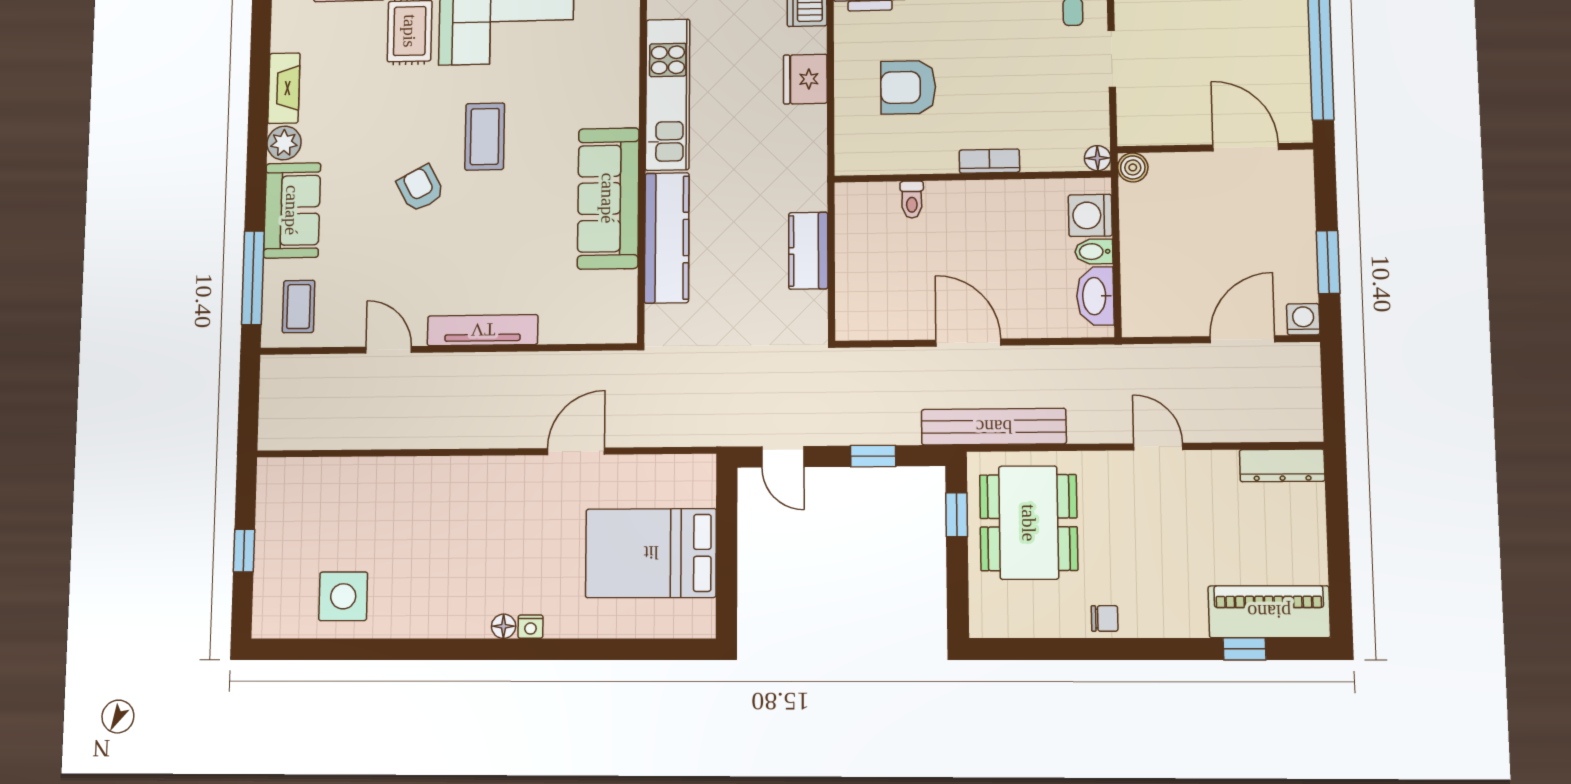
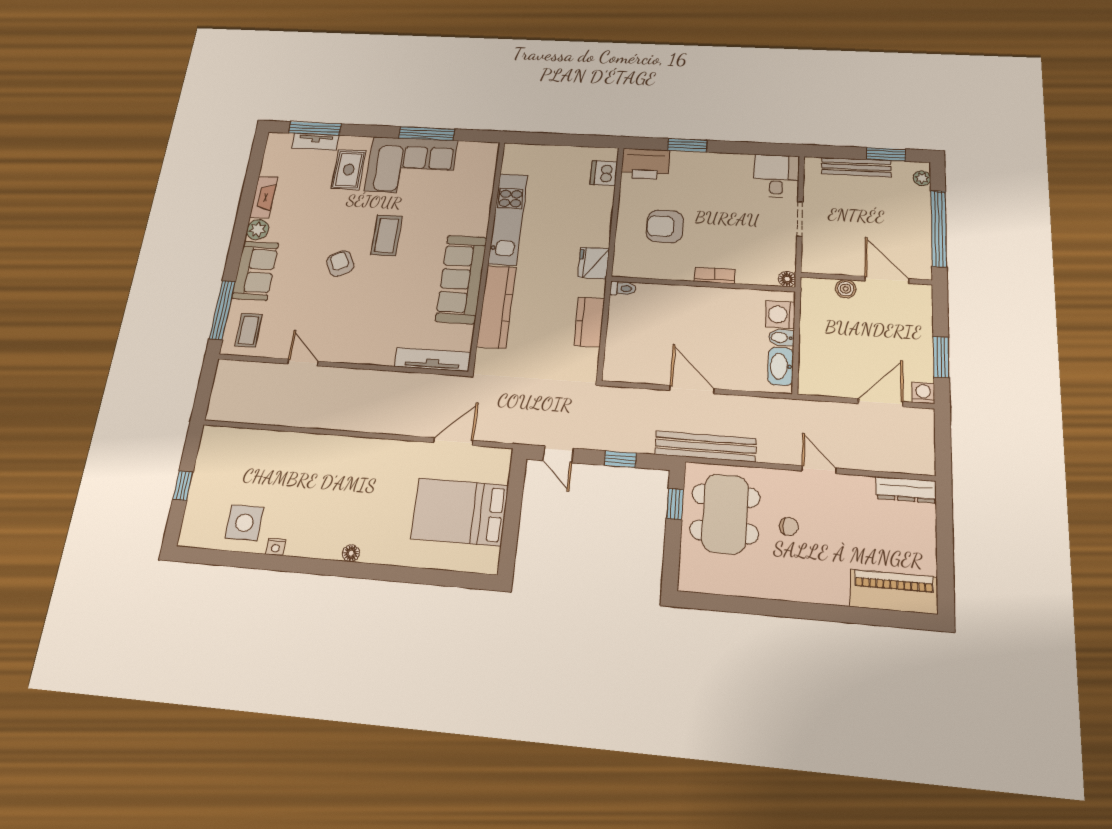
fridge: (805, 79) -> (594, 263), moved
boiler: (1133, 167) -> (846, 289), moved
toilet: (912, 200) -> (623, 289), moved, turned -90
tv unit: (483, 330) -> (433, 359), moved
door: (576, 451) -> (453, 442), moved
chair: (1105, 618) -> (789, 526), moved
nightstand: (531, 627) -> (276, 547), moved
window: (1244, 649) -> (875, 617), removed

